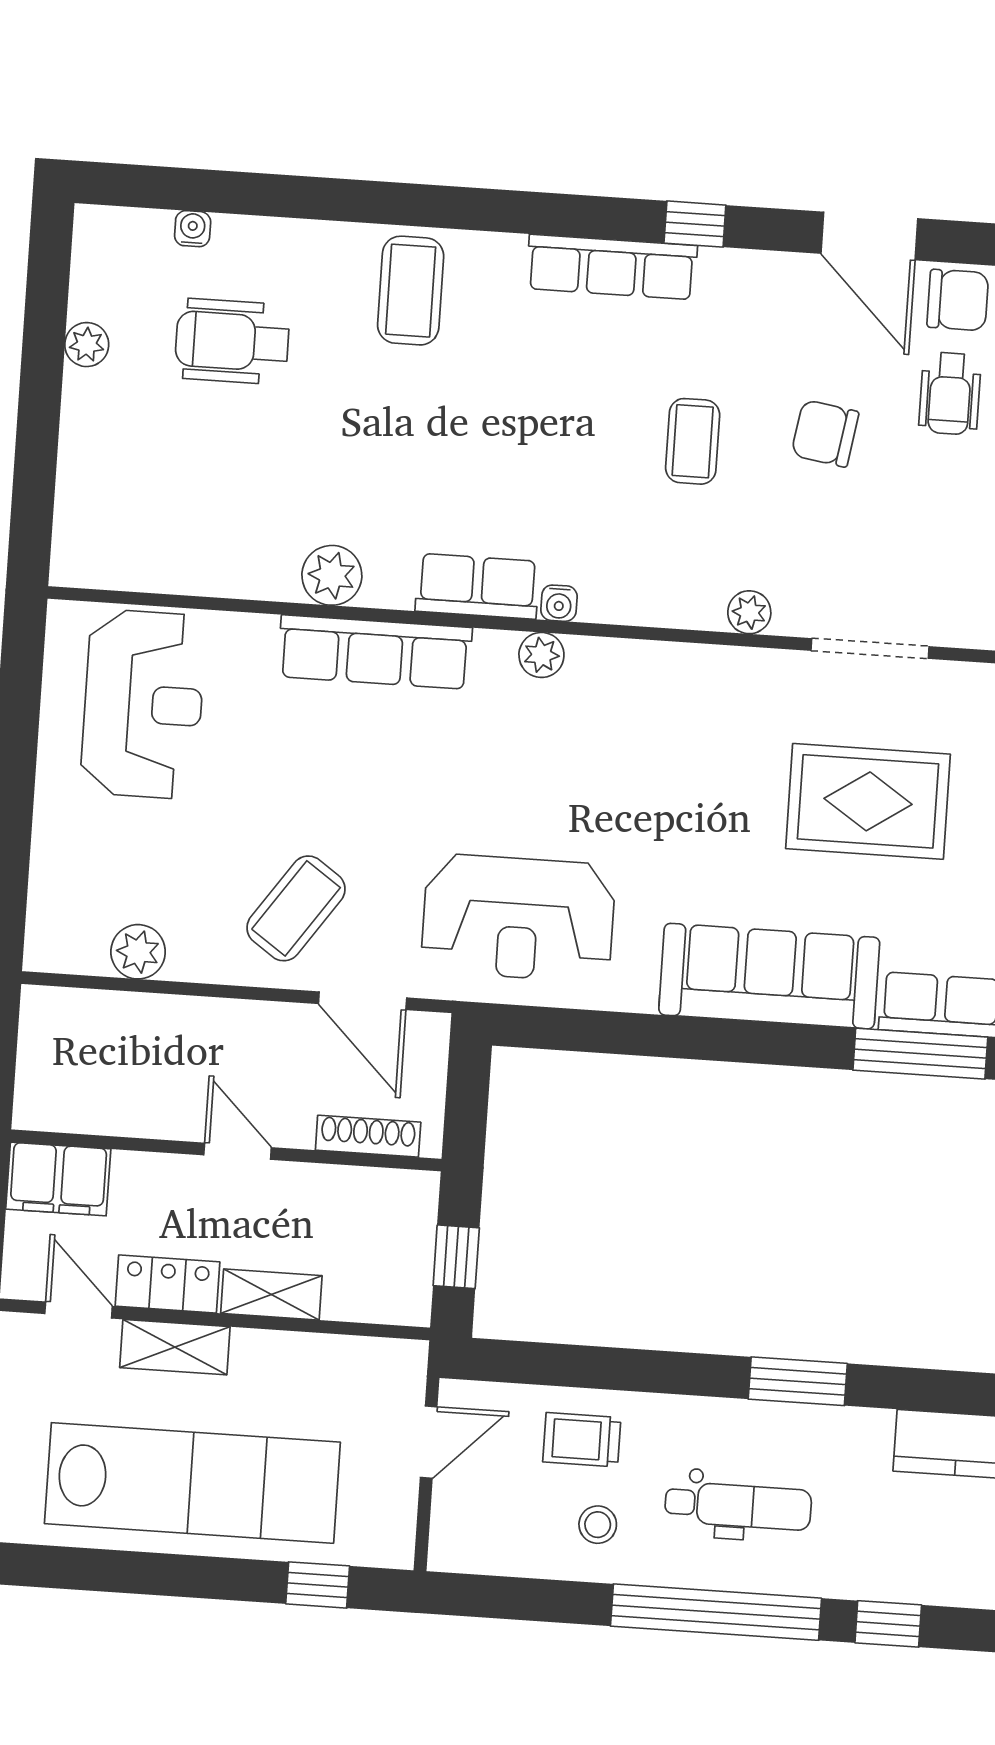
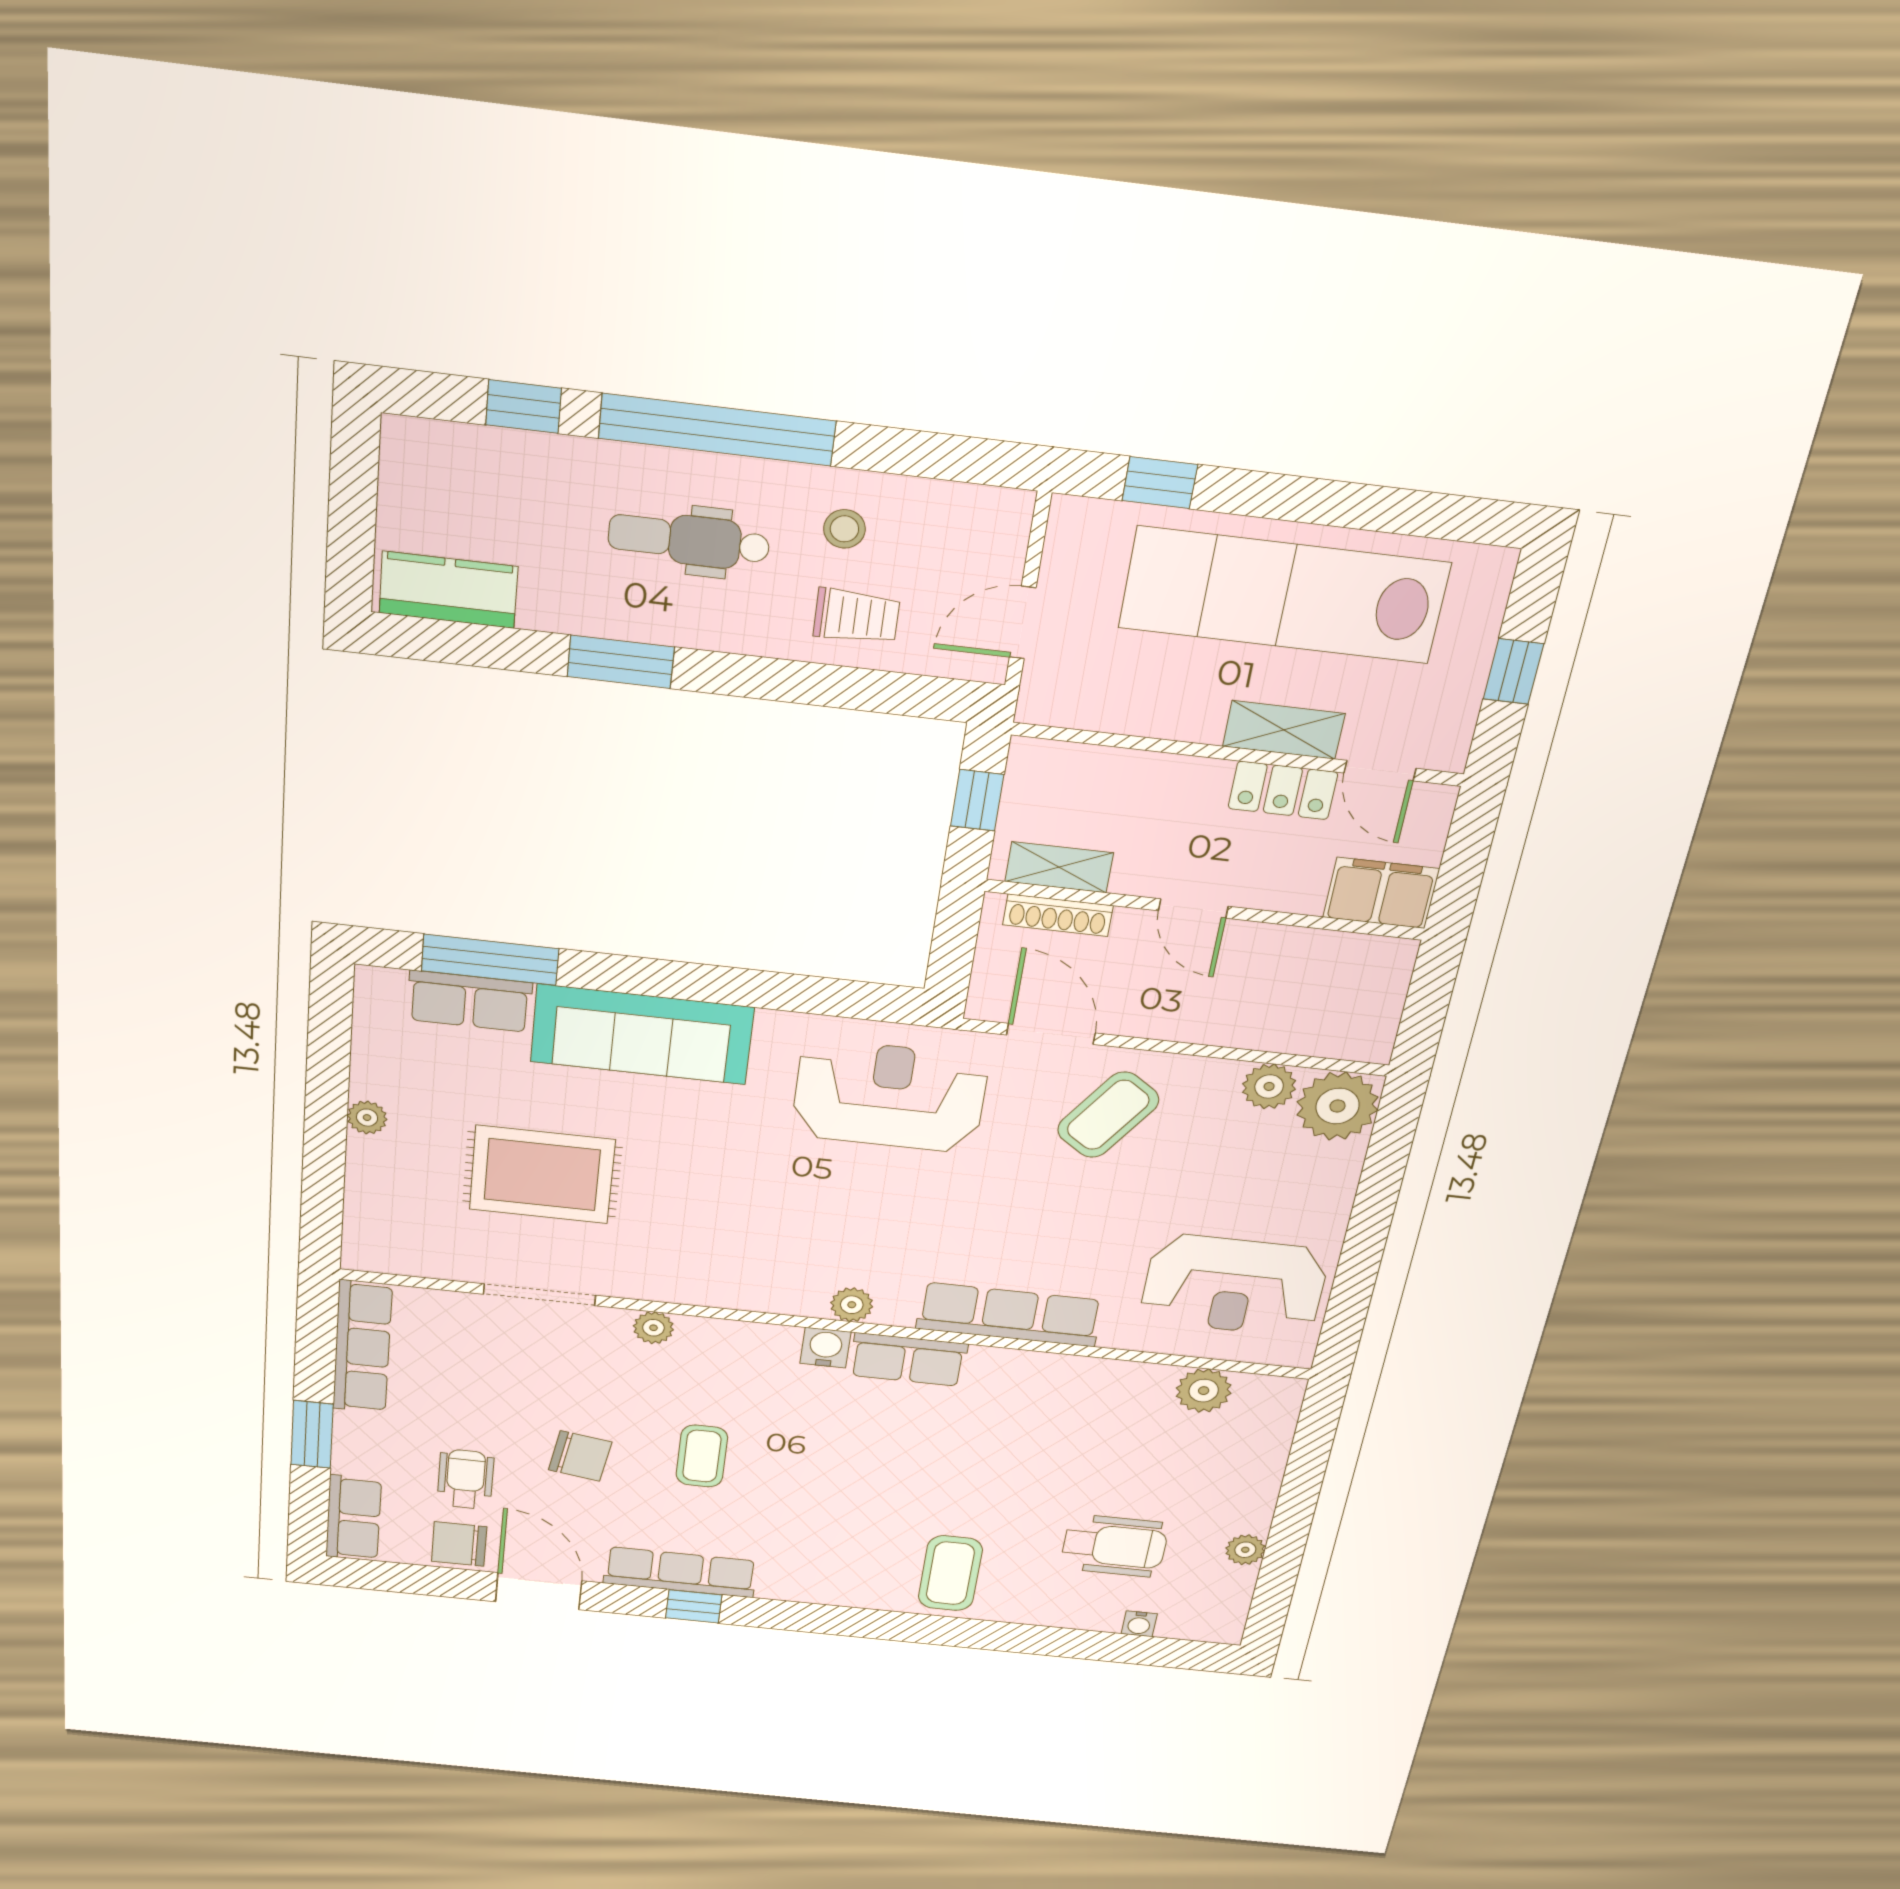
row of seats: (612, 267) -> (680, 1572), moved
plant: (332, 575) -> (1204, 1391), moved
water cooler: (559, 603) -> (825, 1348), width x1.38, depth x1.38
reception desk: (143, 704) -> (1234, 1285), turned -90
plant: (66, 933) -> (1337, 1106), added
shelving: (271, 1295) -> (1059, 867), moved

